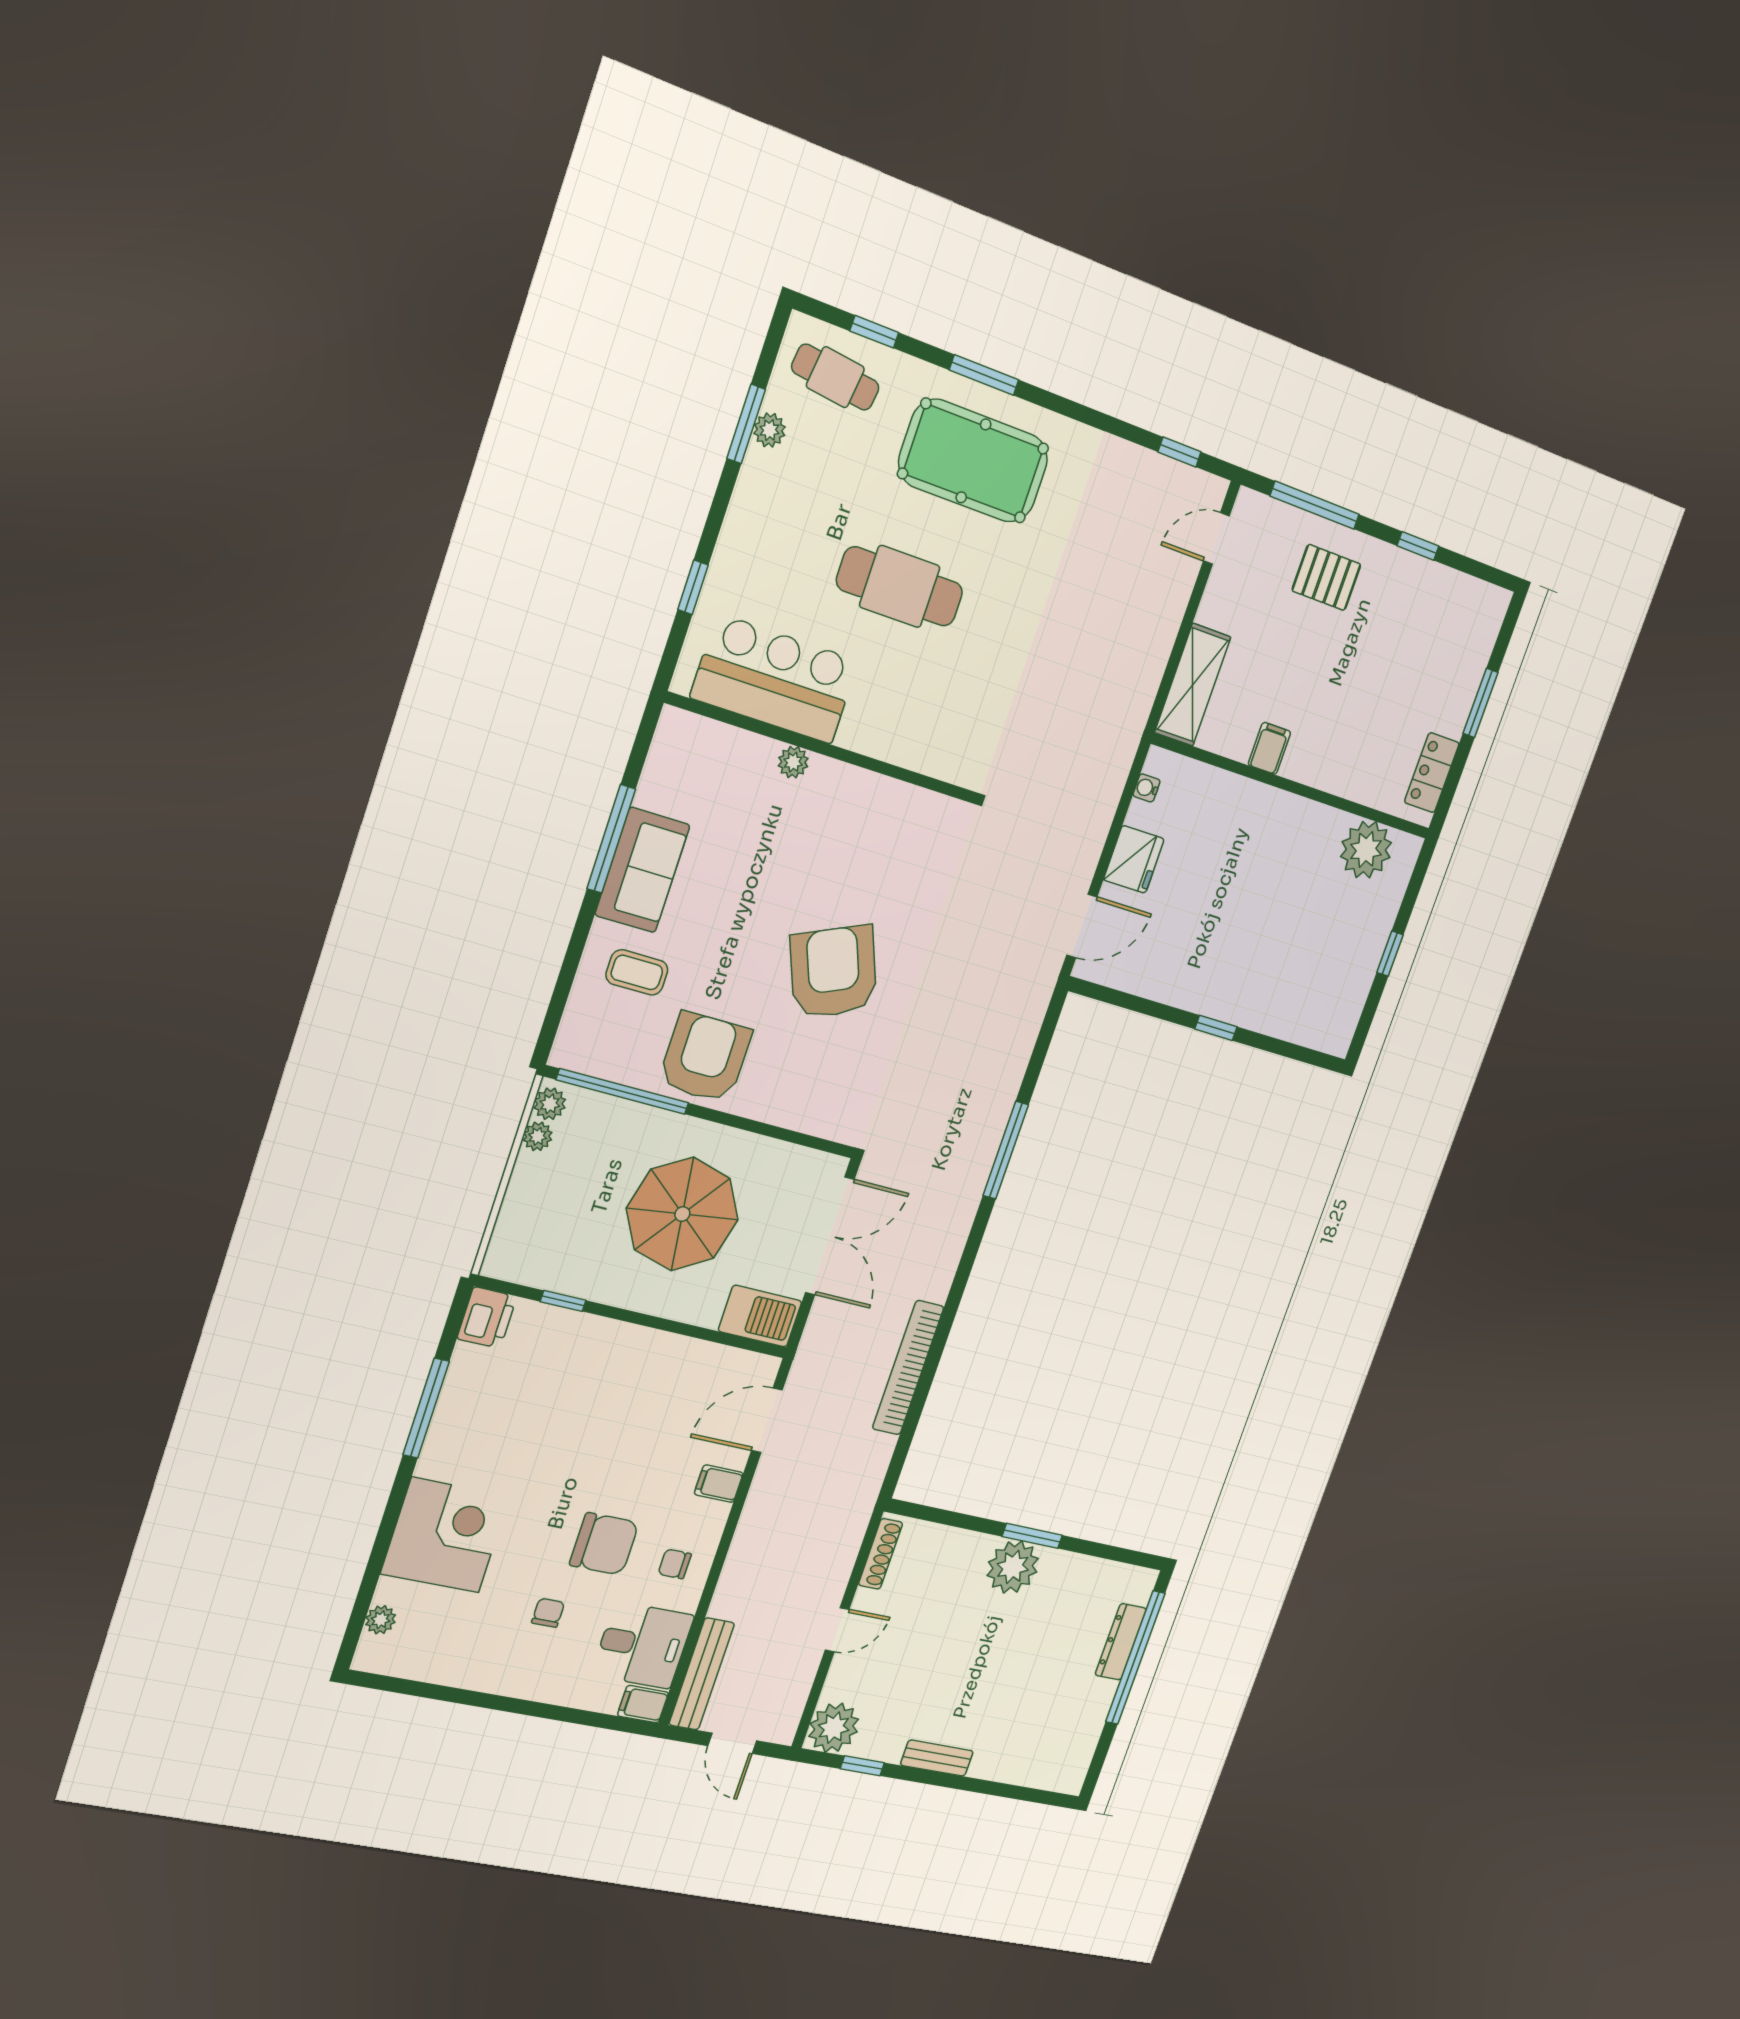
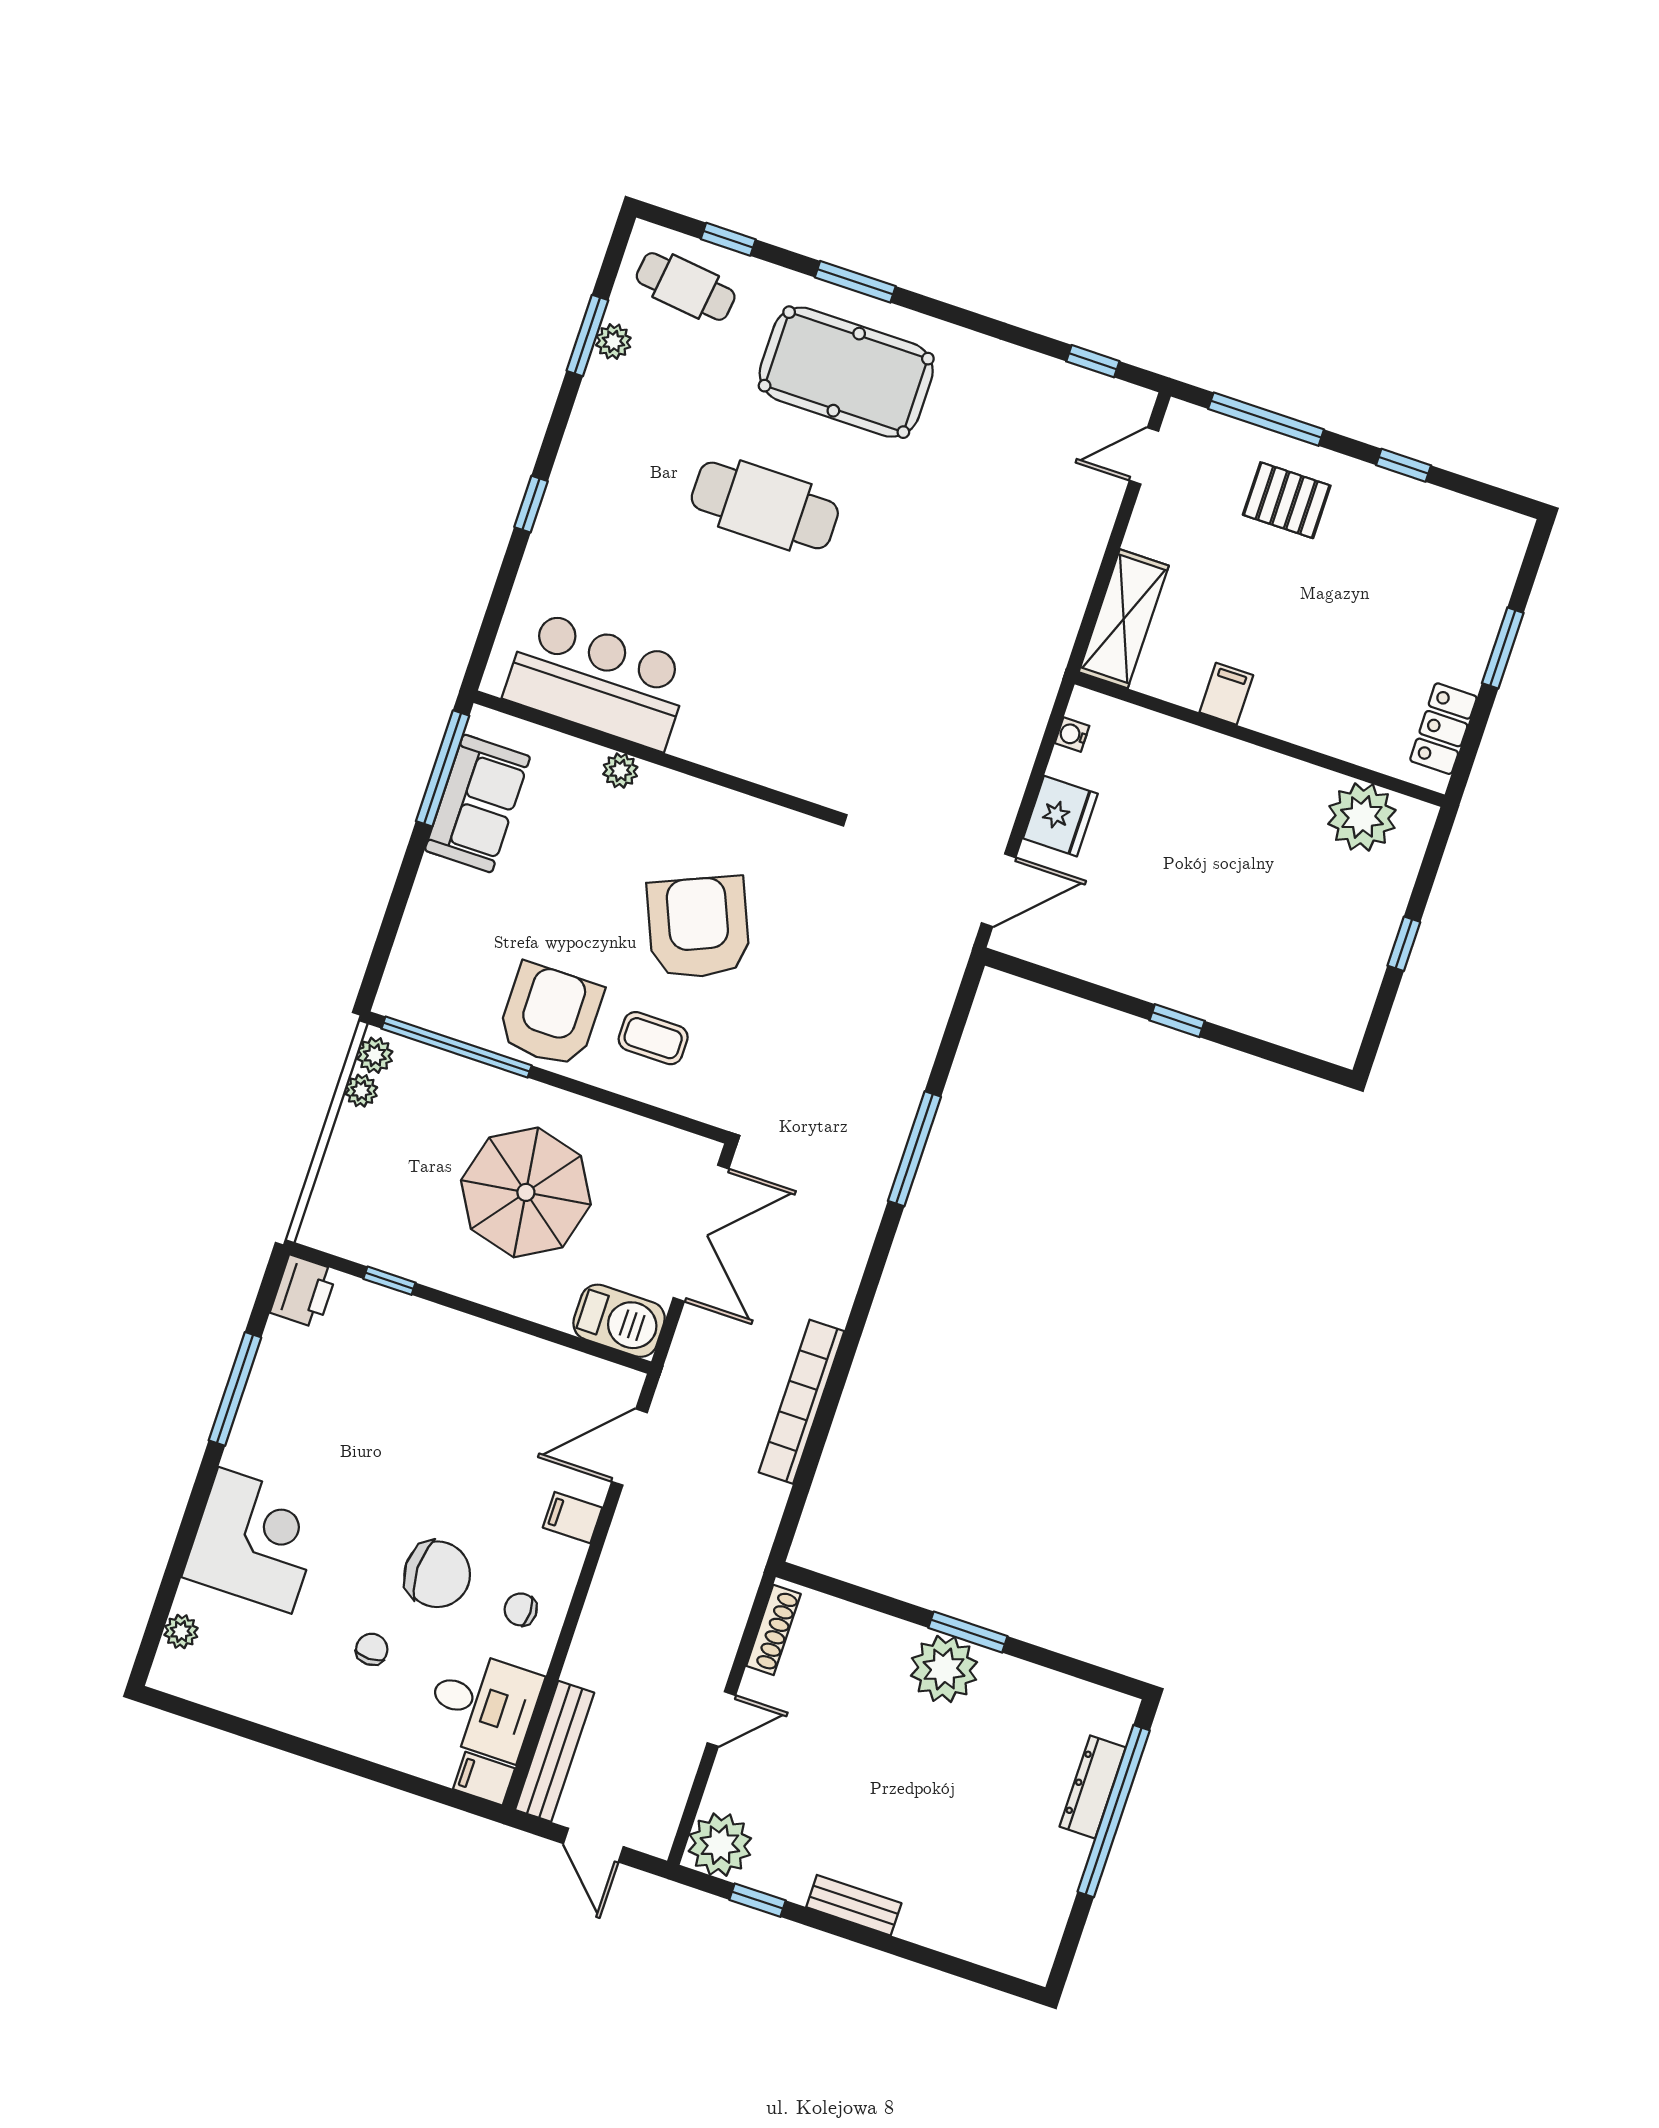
bar counter: (775, 679) -> (598, 681), moved
wall: (823, 748) -> (655, 757), moved
plant: (793, 762) -> (620, 771), moved
coffee table: (637, 972) -> (653, 1038), moved

